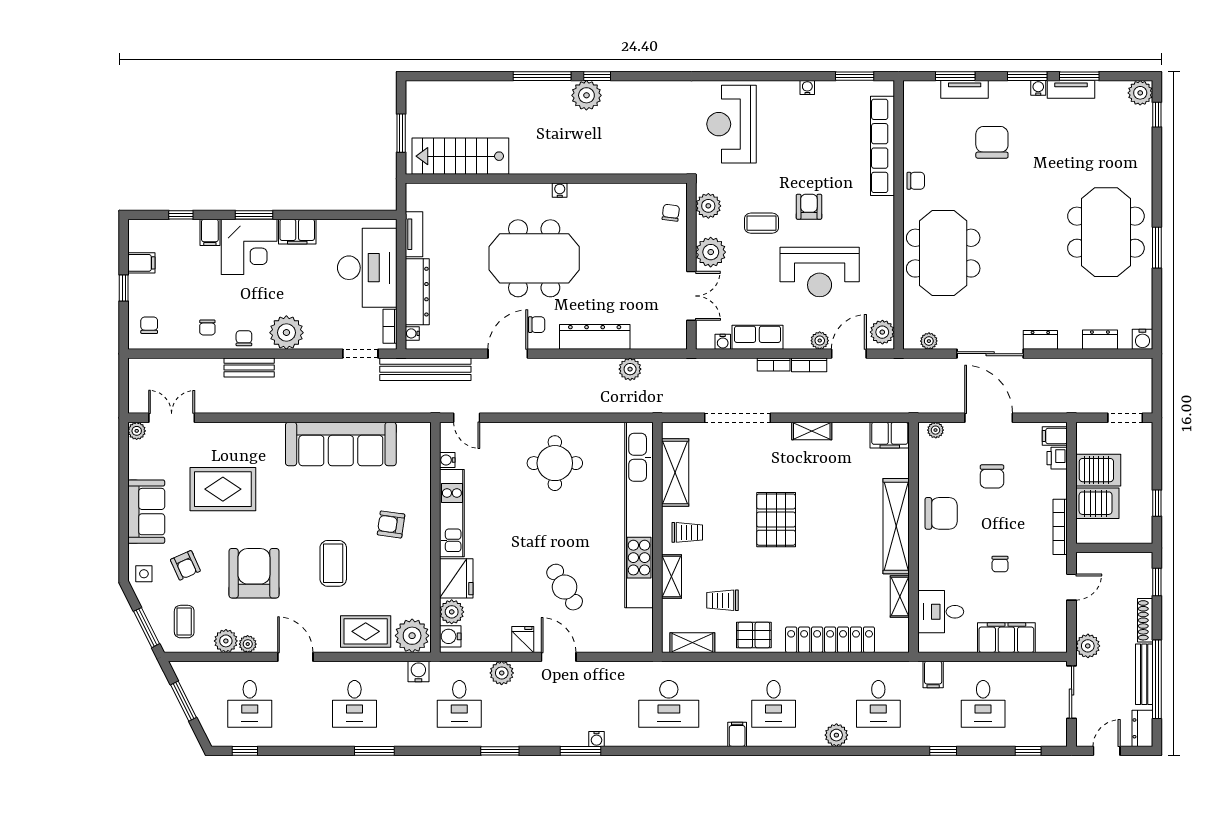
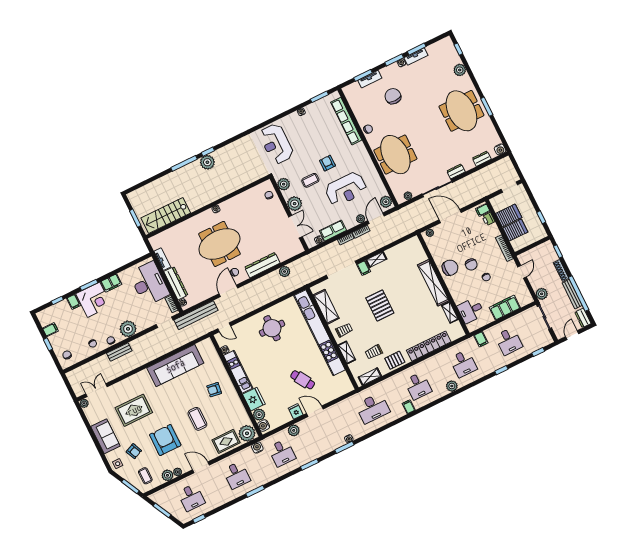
plant: (1140, 93) -> (460, 70), moved
filing cabinet: (890, 435) -> (364, 268), moved, width x0.50
chair: (992, 476) -> (471, 264), moved

